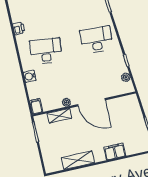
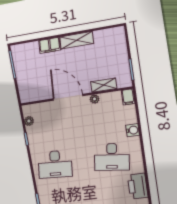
printer: (19, 28) -> (138, 186), width x1.87, depth x1.48
shelving: (78, 160) -> (77, 40), moved

